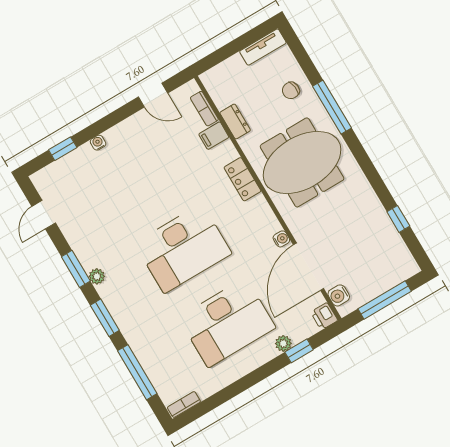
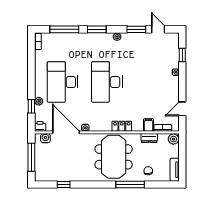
plant: (213, 80) -> (173, 139), added
window: (76, 269) -> (136, 29), moved

